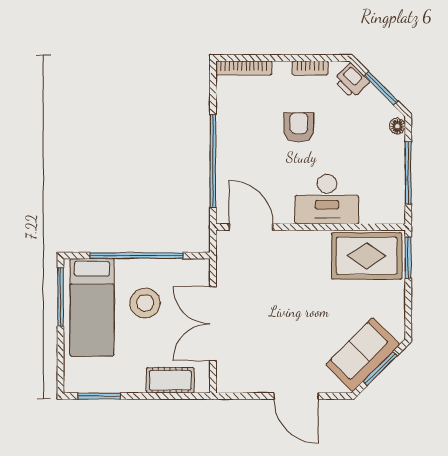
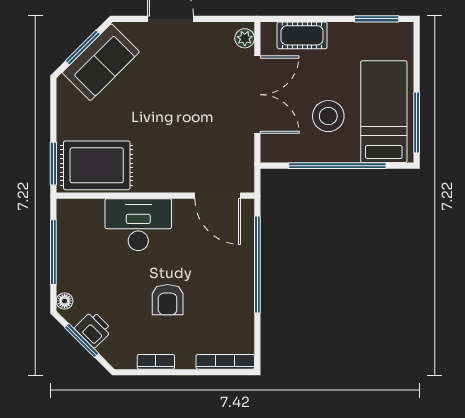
printer: (352, 81) -> (93, 329), moved
plant: (225, 377) -> (245, 38), added

